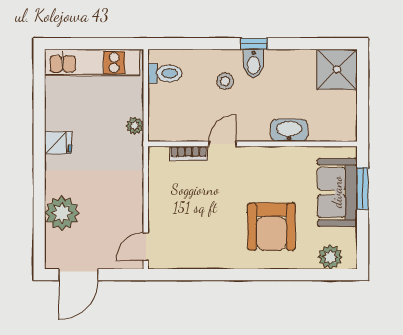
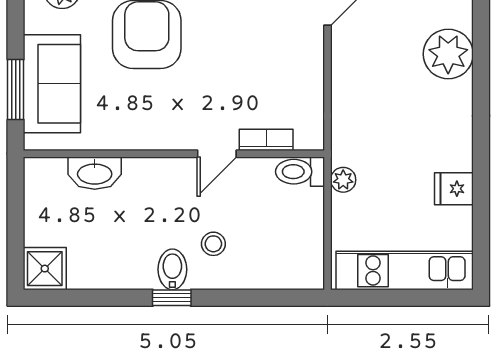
shower: (337, 69) -> (45, 269), width x0.73, depth x0.73
toilet: (165, 73) -> (300, 172), moved
washbasin: (289, 130) -> (95, 173), moved
fridge: (58, 143) -> (454, 189), moved

